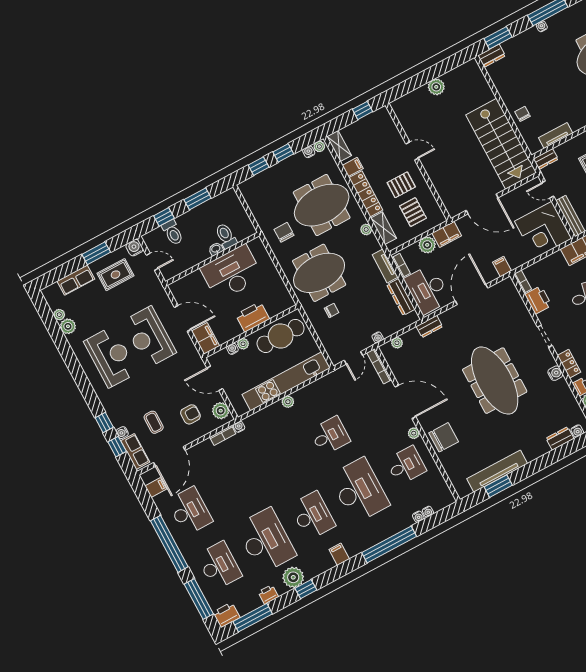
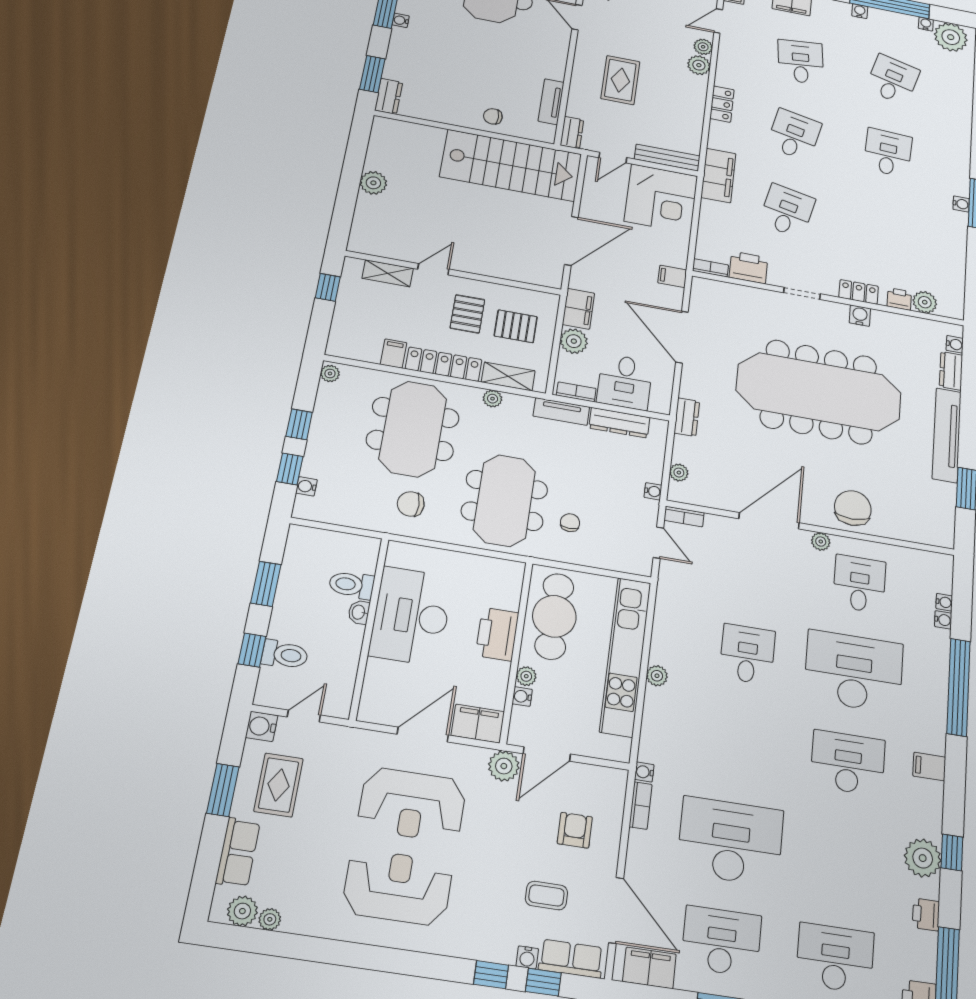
shelving: (339, 146) -> (388, 273), moved
water cooler: (309, 152) -> (306, 486), moved
desk: (427, 289) -> (625, 382), width x0.73
plant: (68, 326) -> (242, 911), moved
bookcase: (379, 366) -> (684, 517), width x0.64
meeting table: (495, 381) -> (819, 392), width x1.36, depth x1.27
plant: (221, 411) -> (504, 766), moved
tv unit: (497, 471) -> (947, 435), moved
filing cabinet: (156, 488) -> (649, 968), width x2.00
desk: (266, 541) -> (730, 841), moved

